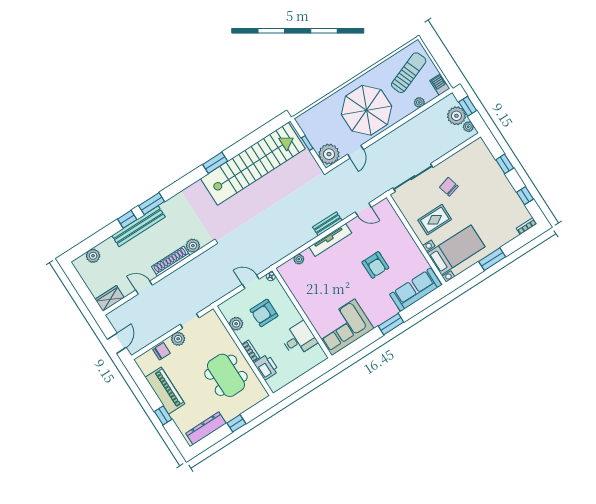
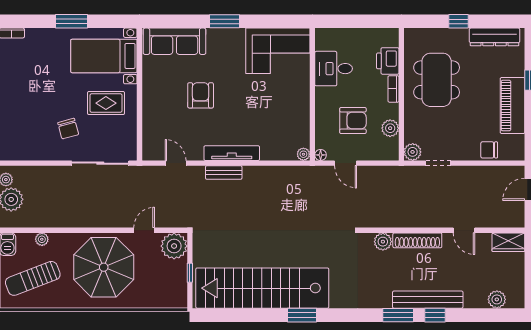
plant: (299, 259) -> (303, 154), moved
plant: (178, 339) -> (413, 152), moved

